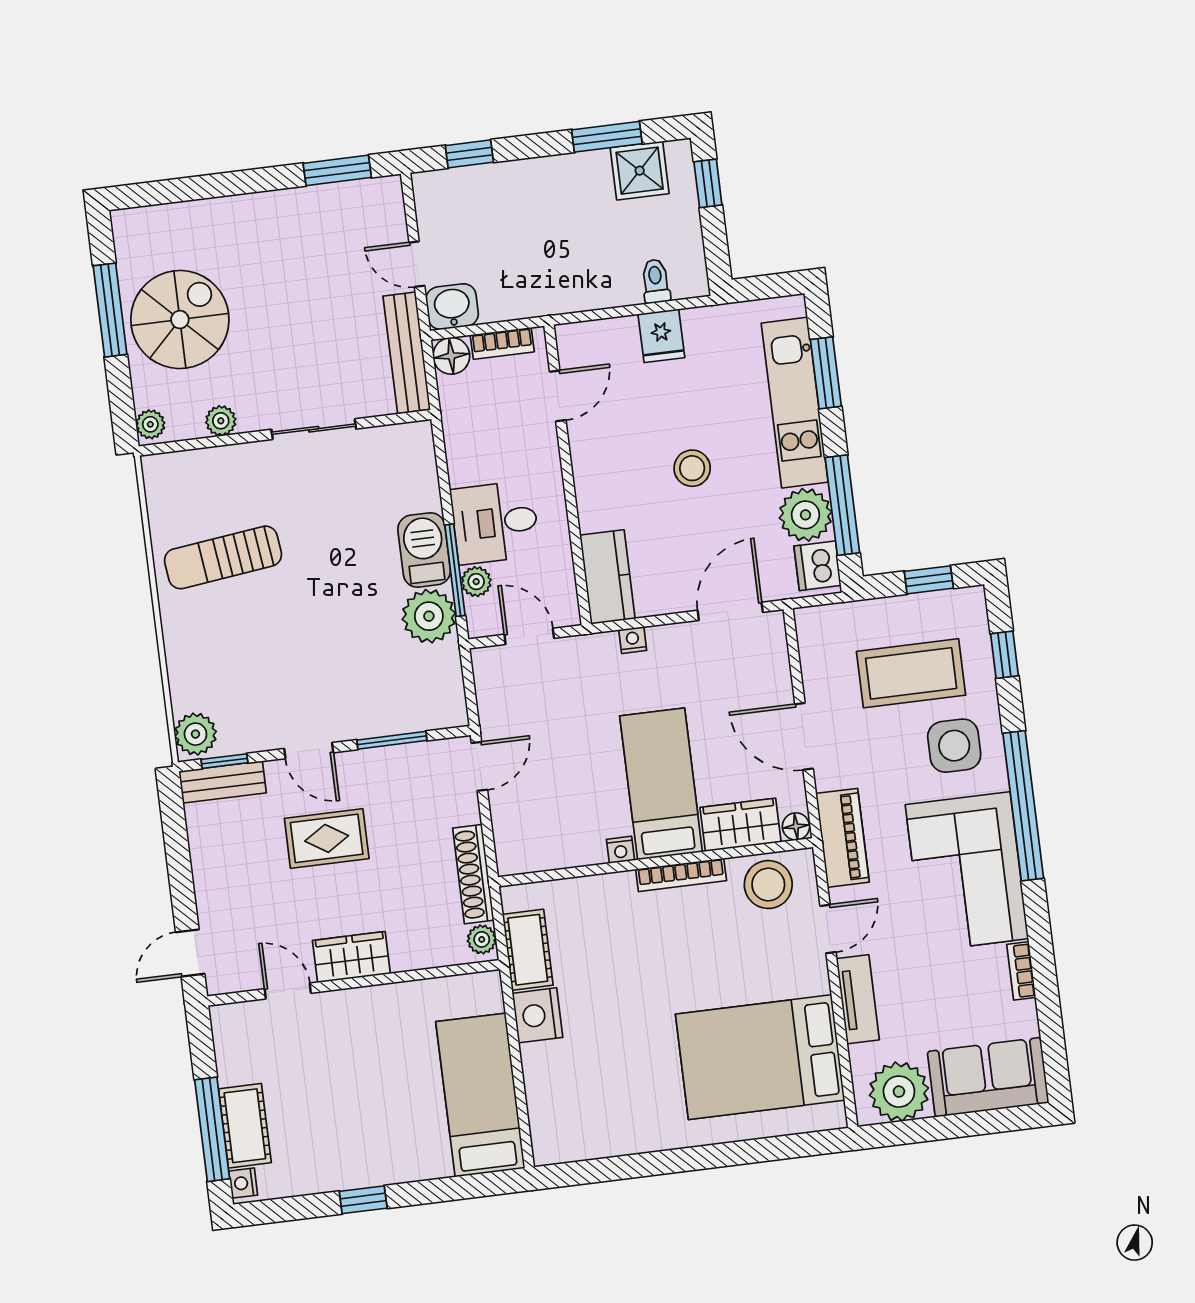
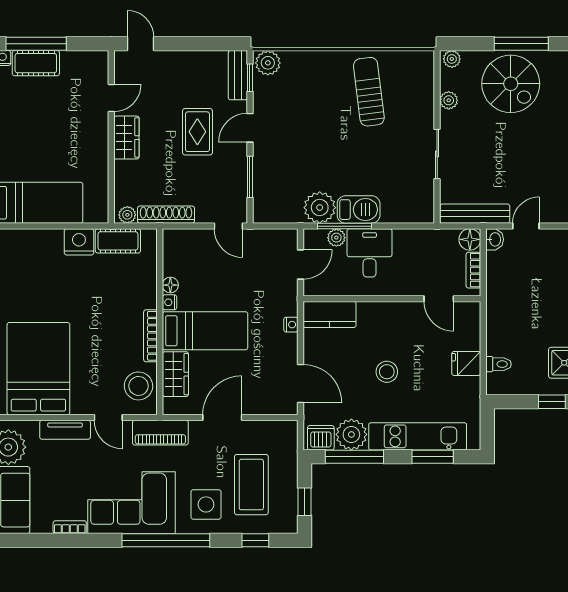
washbasin: (452, 307) -> (495, 239), width x0.72, depth x0.69
floor lamp: (796, 826) -> (170, 285), moved

